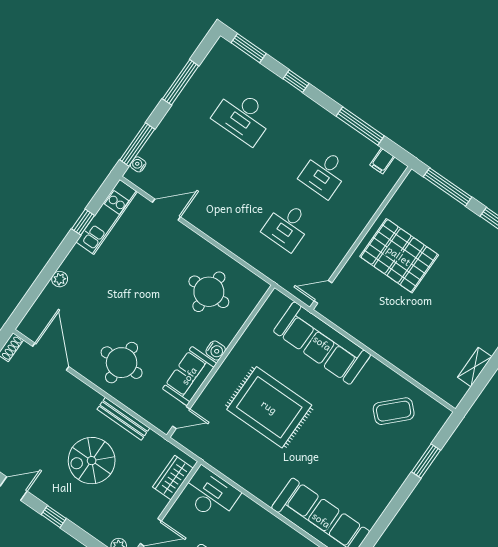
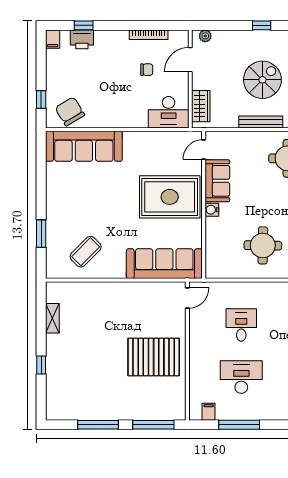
desk: (324, 173) -> (241, 377), width x1.37
water cooler: (216, 351) -> (212, 210), moved
wall: (221, 361) -> (204, 205), moved
sofa: (189, 376) -> (217, 181), moved
door: (181, 418) -> (204, 150), moved

